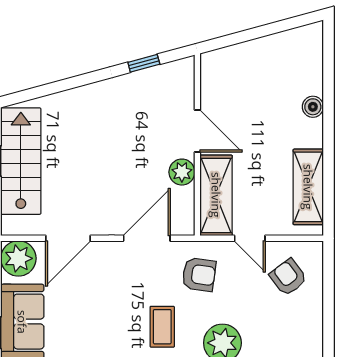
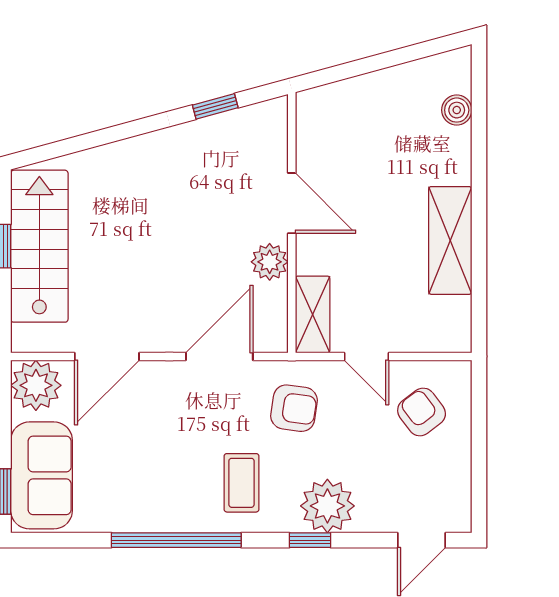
boiler: (313, 107) -> (457, 110), moved
shelving: (308, 187) -> (450, 240), moved
shelving: (216, 195) -> (313, 314), width x0.67, depth x0.75

